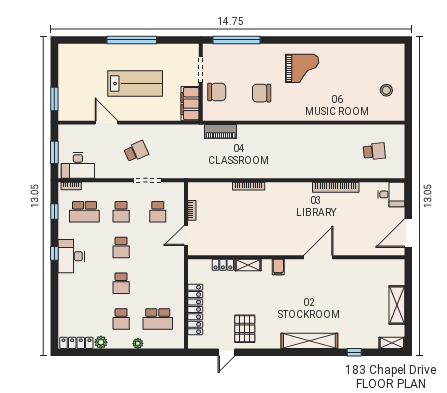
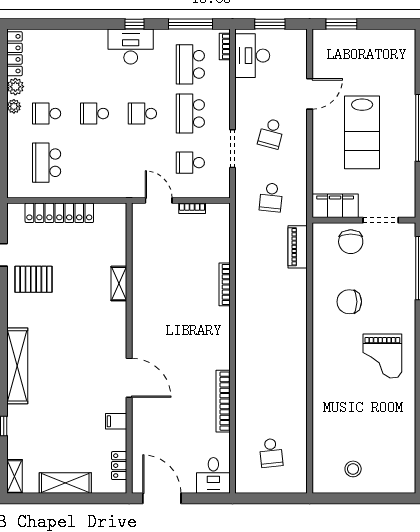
chair: (262, 93) -> (349, 302), turned -90
school desk: (136, 151) -> (271, 134), turned 39
school desk: (184, 151) -> (271, 197), added
window: (54, 212) -> (191, 24), width x2.17
school desk: (121, 212) -> (190, 114), width x1.85
locker: (223, 265) -> (119, 466), moved
filing cabinet: (278, 267) -> (116, 421), moved
plant: (138, 343) -> (14, 106), moved

